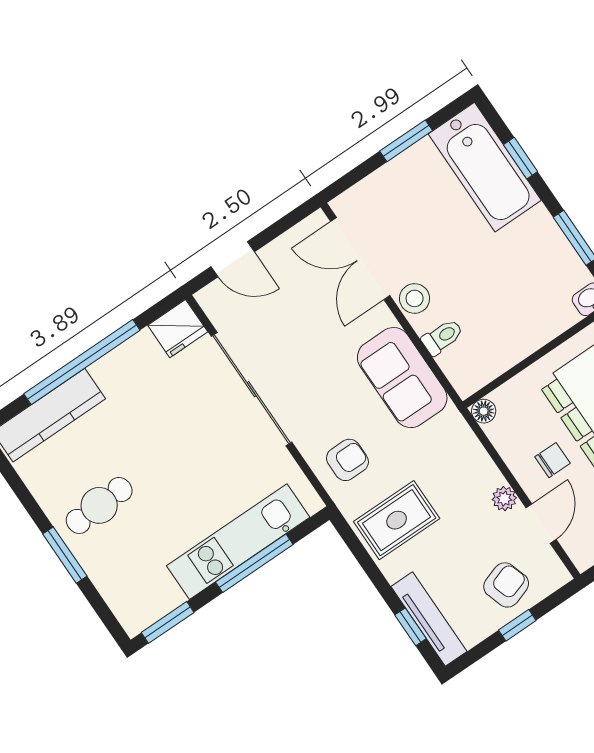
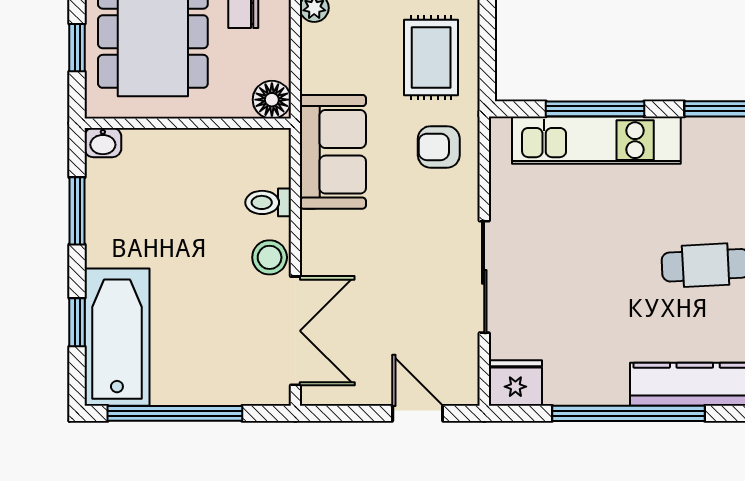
window: (406, 141) -> (175, 413), width x2.11
sofa: (402, 378) -> (333, 152), moved
sliding door: (252, 389) -> (484, 277), width x0.73
floor lamp: (484, 411) -> (272, 100), width x1.37, depth x1.37
rug: (397, 520) -> (431, 58), turned 90

